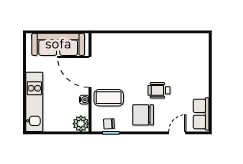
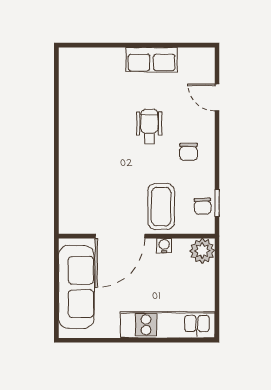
wheelchair: (159, 90) -> (149, 126), turned 180
row of seats: (201, 114) -> (152, 60), moved
chair: (143, 115) -> (189, 152), width x0.54, depth x0.54

